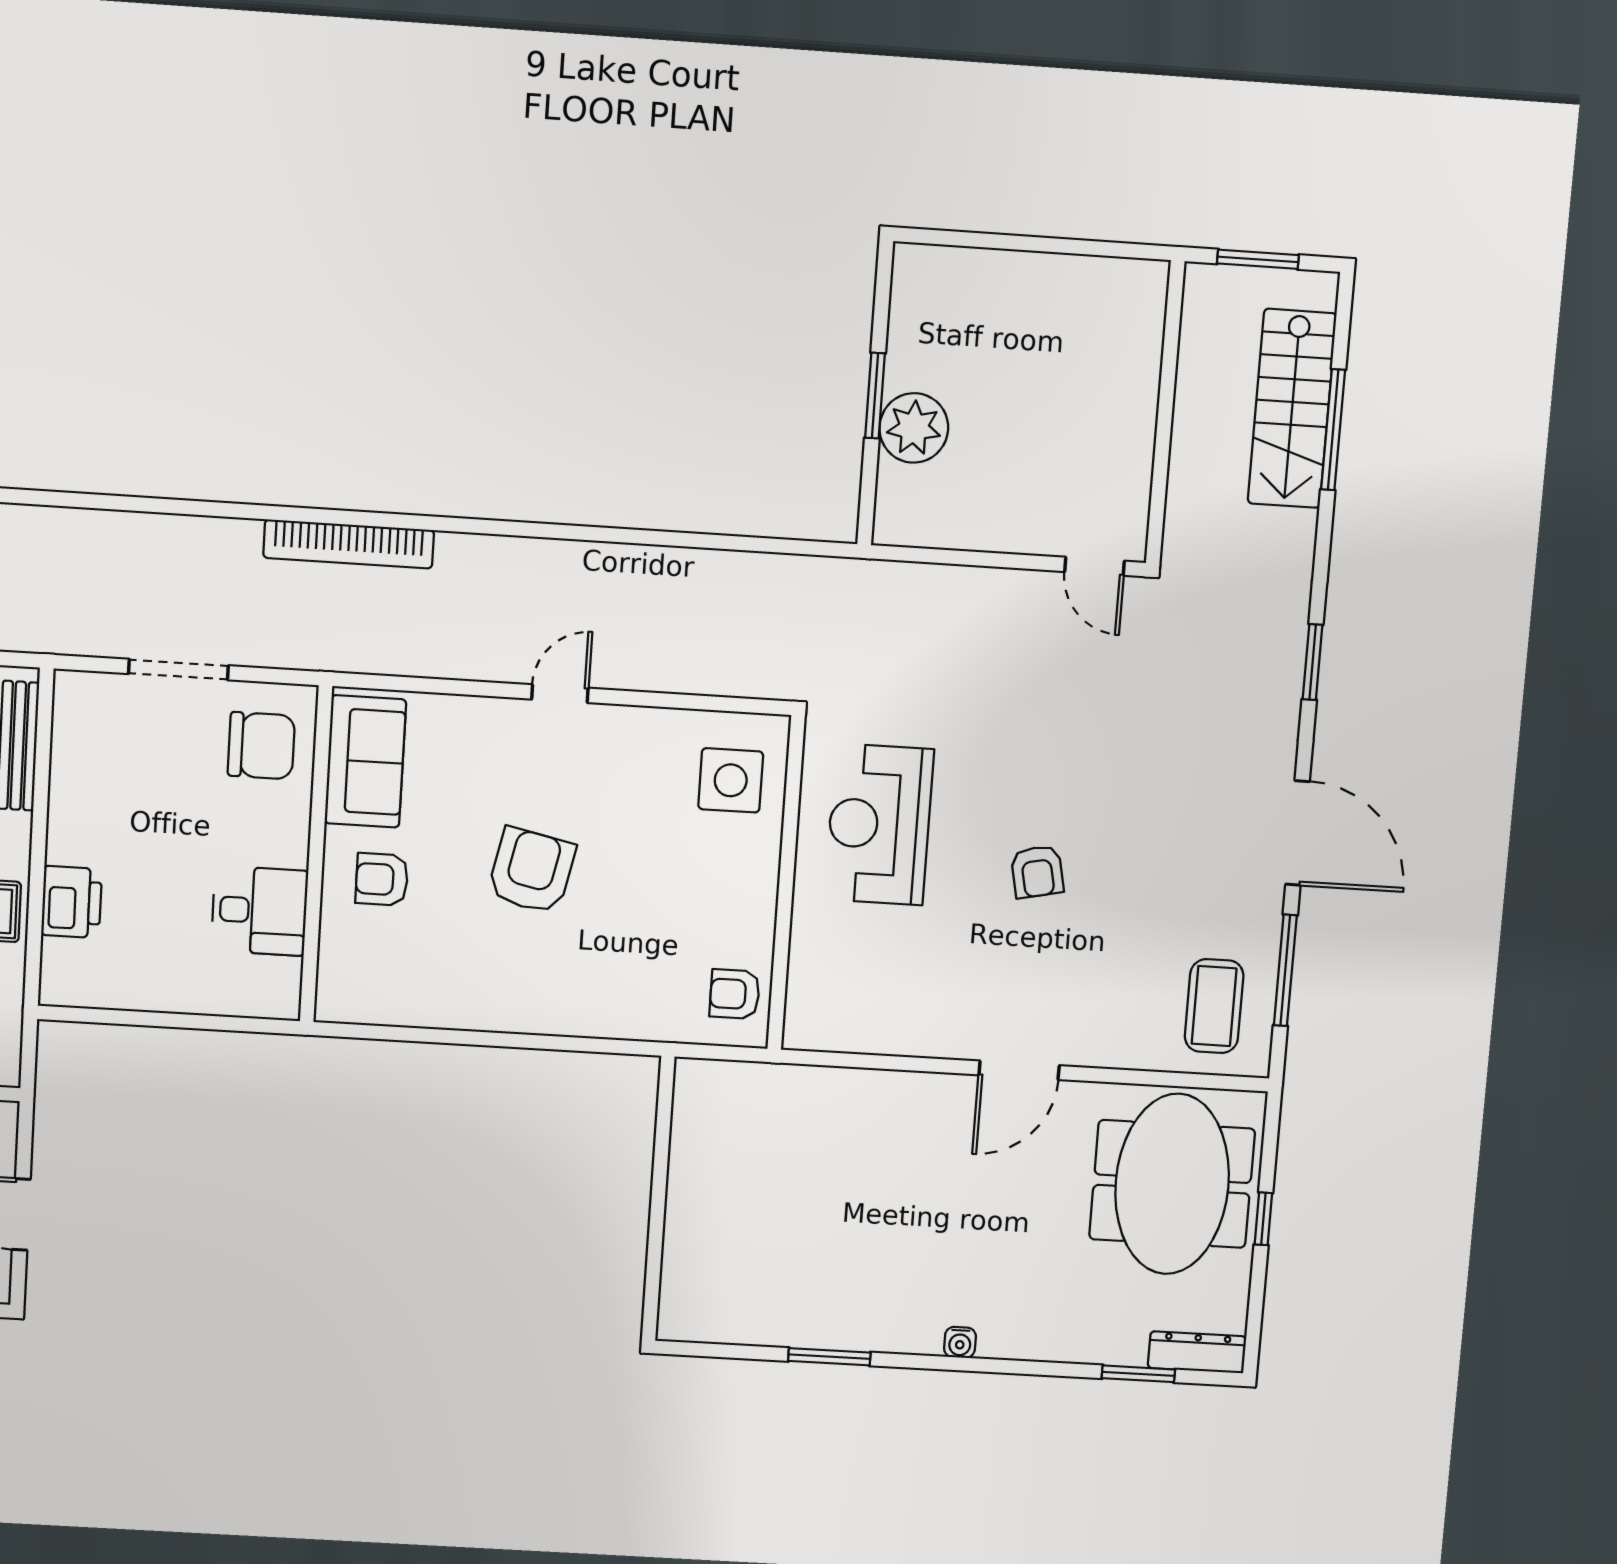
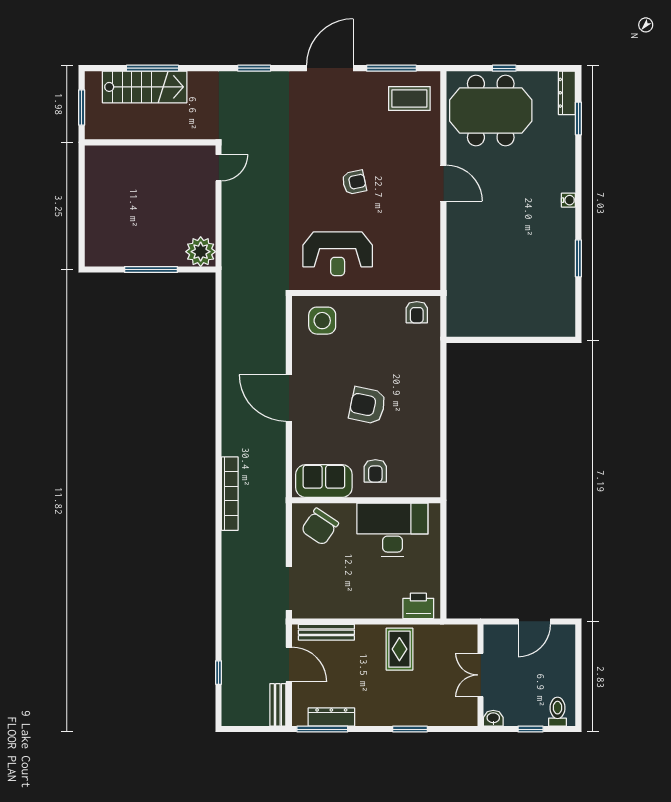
window: (875, 396) -> (151, 269), width x1.44
plant: (914, 428) -> (201, 252), moved
doorway: (178, 670) -> (289, 588), moved
door: (560, 694) -> (289, 398), width x1.88
chair: (261, 746) -> (320, 527), turned -146
printer: (72, 902) -> (418, 606), moved
desk: (260, 911) -> (392, 530), width x1.87, depth x1.30

